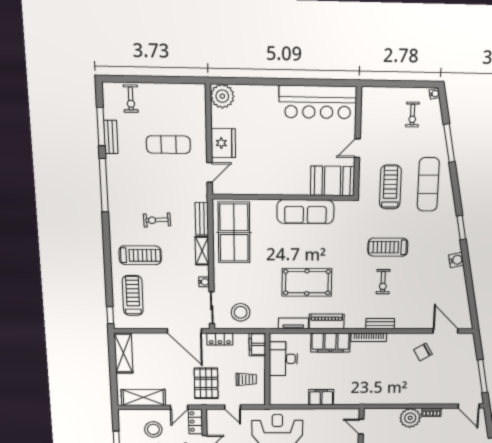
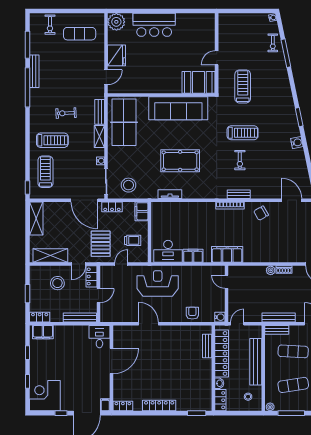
bar counter: (318, 102) -> (154, 25), moved, width x0.73
exercise bike: (412, 115) -> (273, 43), moved
bench: (111, 137) -> (34, 71), moved, width x1.36
exercise mat: (168, 145) -> (80, 34), moved
exercise mat: (428, 184) -> (272, 84), removed
sofa: (305, 212) -> (178, 108), width x1.36, depth x1.27
treadmill: (388, 247) -> (243, 133), turned 180
piano: (327, 321) -> (196, 192), removed
filing cabinet: (330, 343) -> (227, 254), moved, turned 180
chair: (423, 352) -> (261, 213), moved
desk: (283, 359) -> (168, 251), moved, turned -90
door: (232, 407) -> (121, 264), swing flipped
plant: (410, 418) -> (271, 270), width x0.53, depth x0.53

